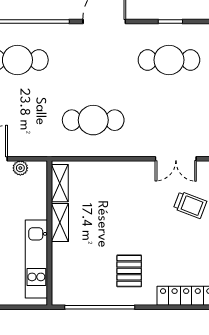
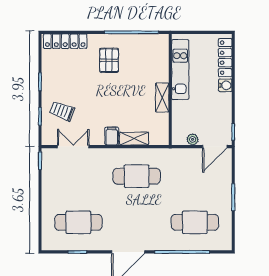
filing cabinet: (126, 172) -> (112, 136), added
shelving: (60, 183) -> (134, 139), moved, turned 90

